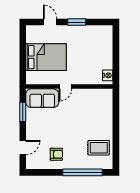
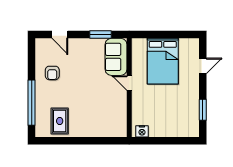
window: (77, 22) -> (203, 110), moved

